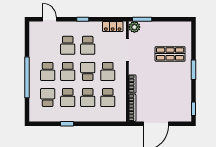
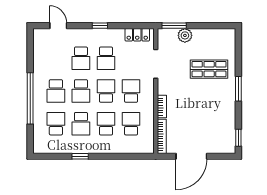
plant: (134, 27) -> (185, 35), moved
school desk: (108, 71) -> (131, 91), turned 180
school desk: (88, 98) -> (106, 124), turned 180
school desk: (108, 98) -> (131, 124), turned 180

